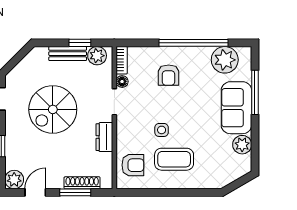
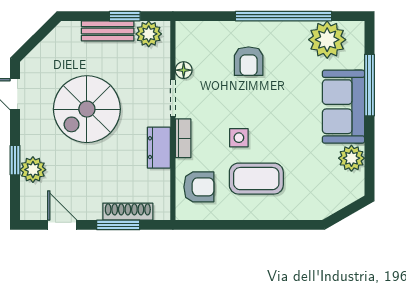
bookcase: (122, 60) -> (183, 138), moved
plant: (14, 180) -> (33, 170), moved
door: (35, 192) -> (62, 225), hinge flipped

